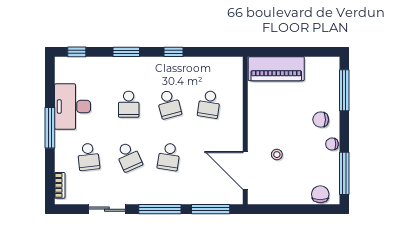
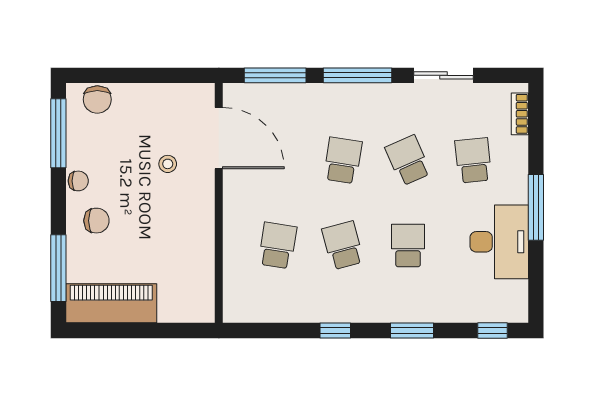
piano: (276, 69) -> (111, 303), moved

